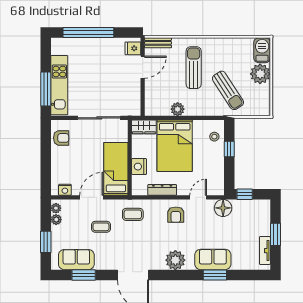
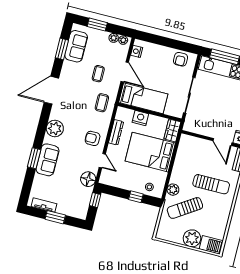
plant: (178, 109) -> (173, 190), moved

